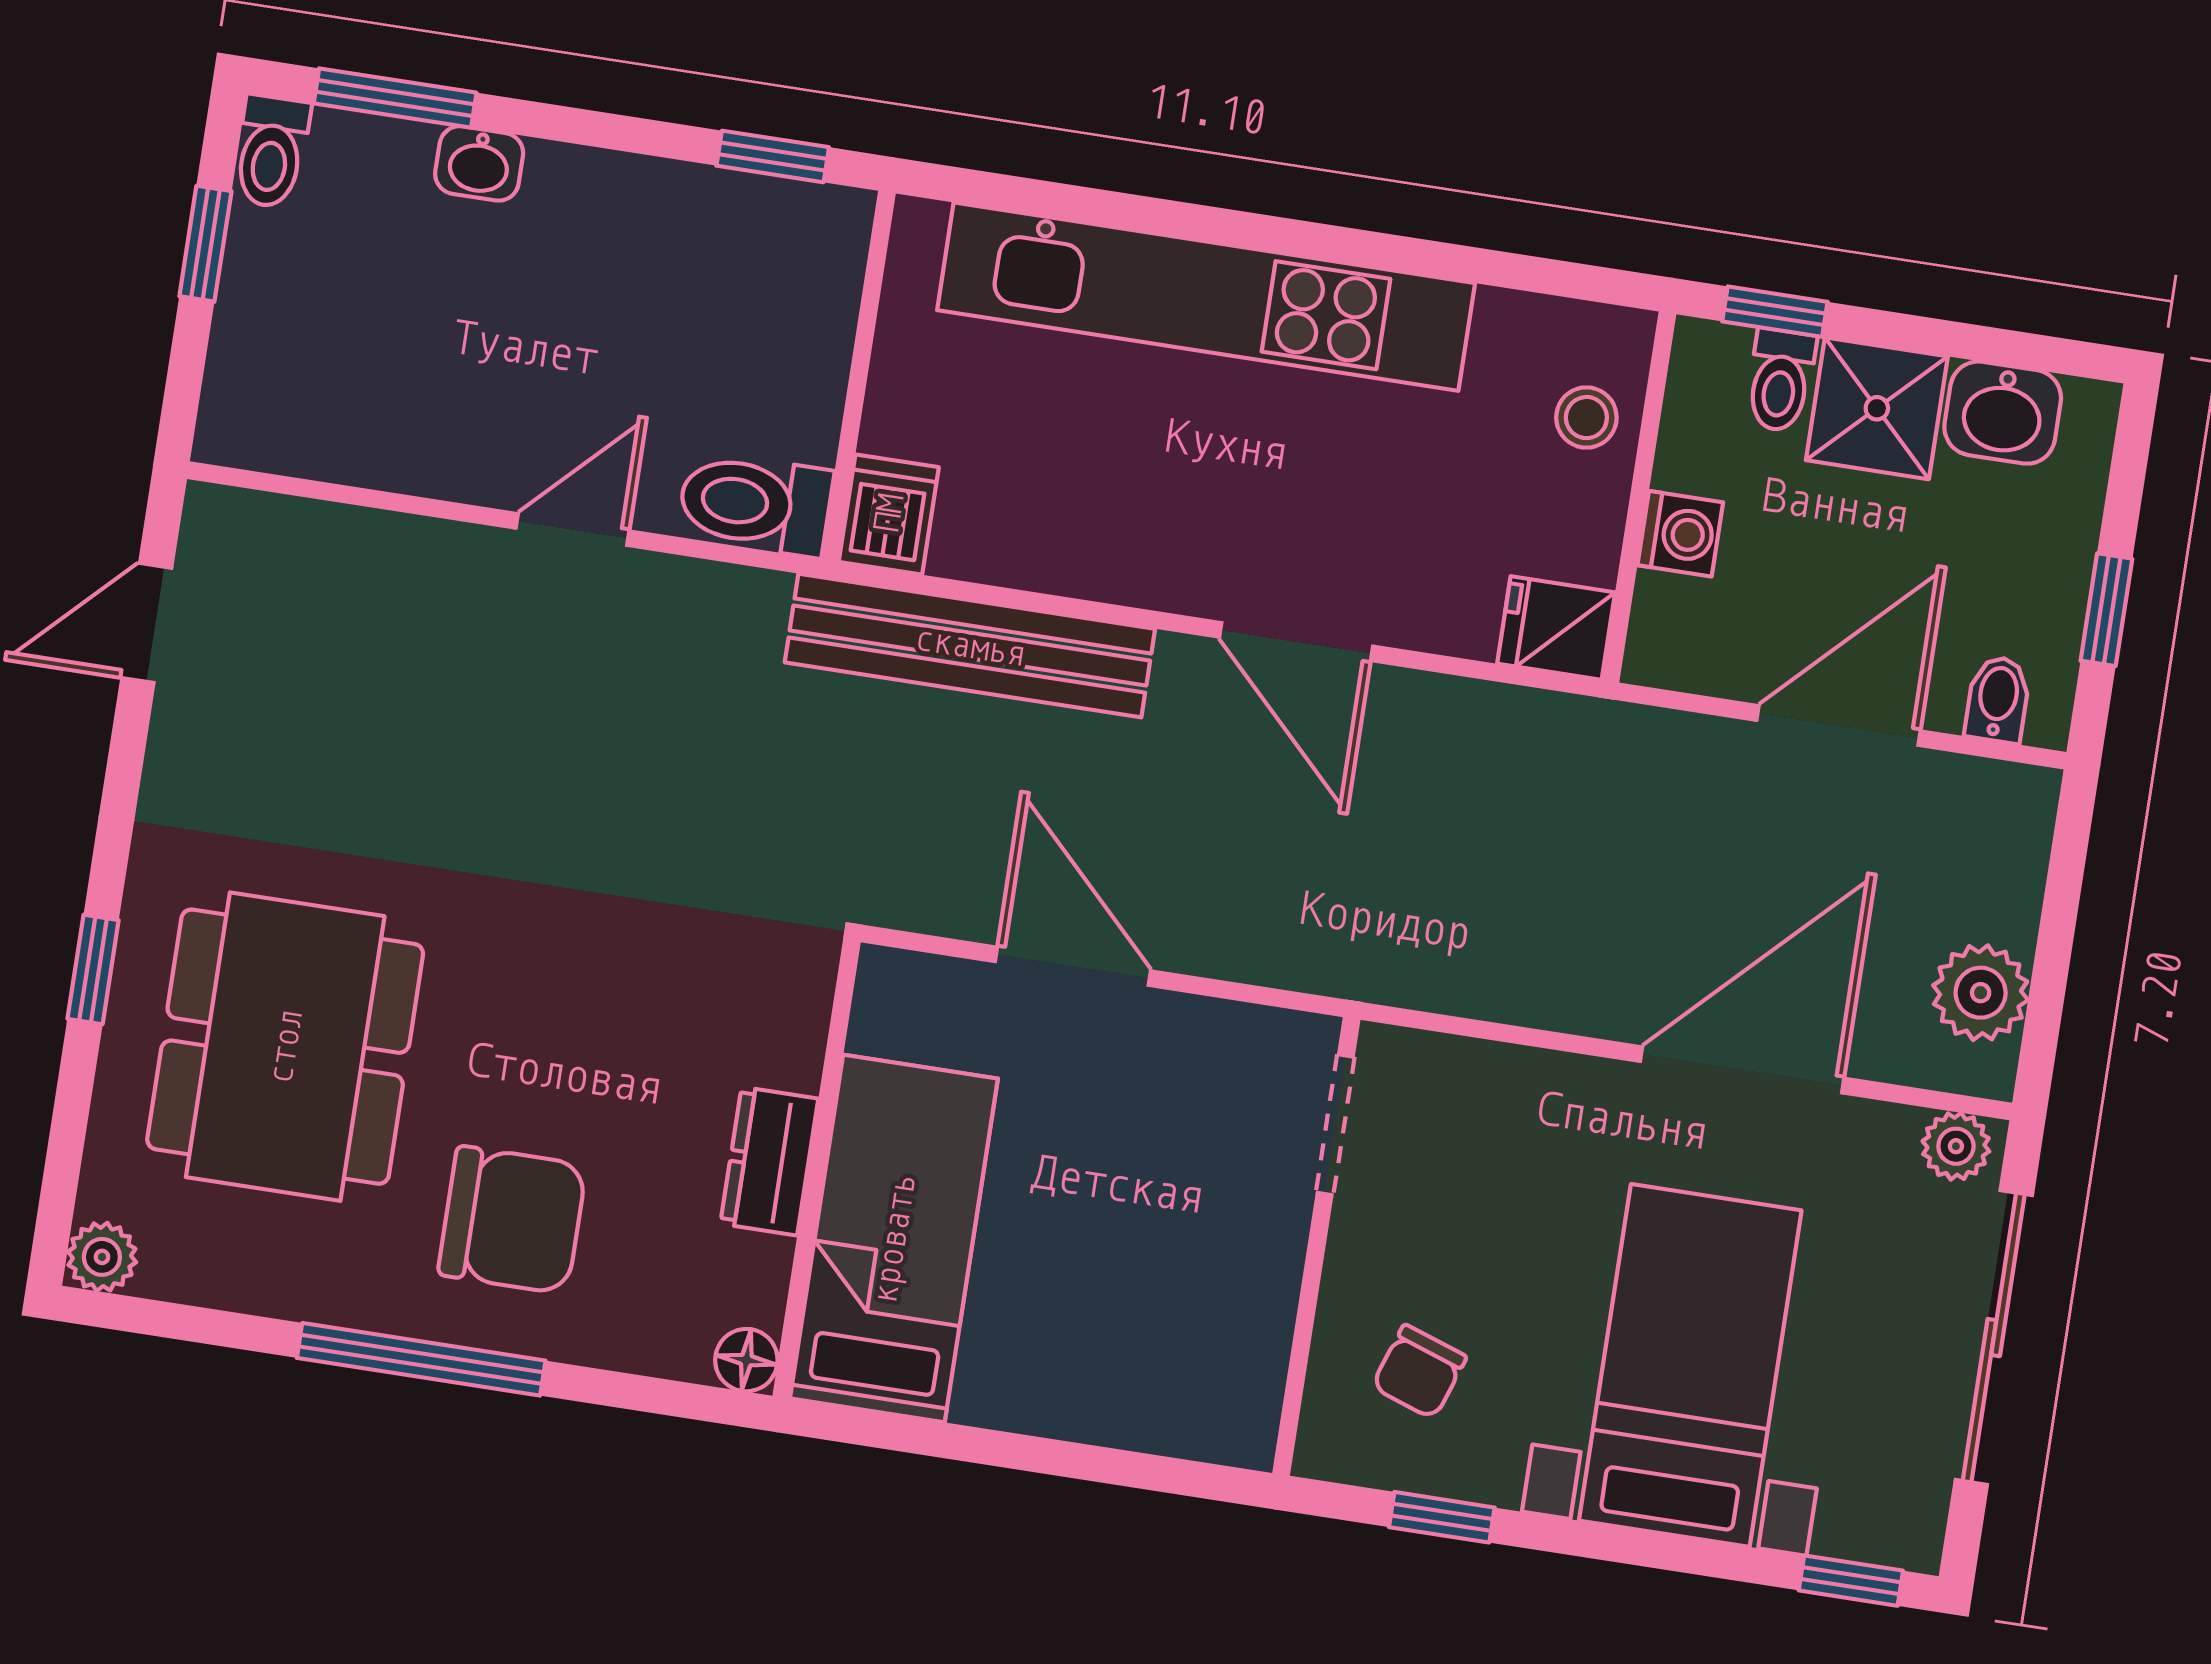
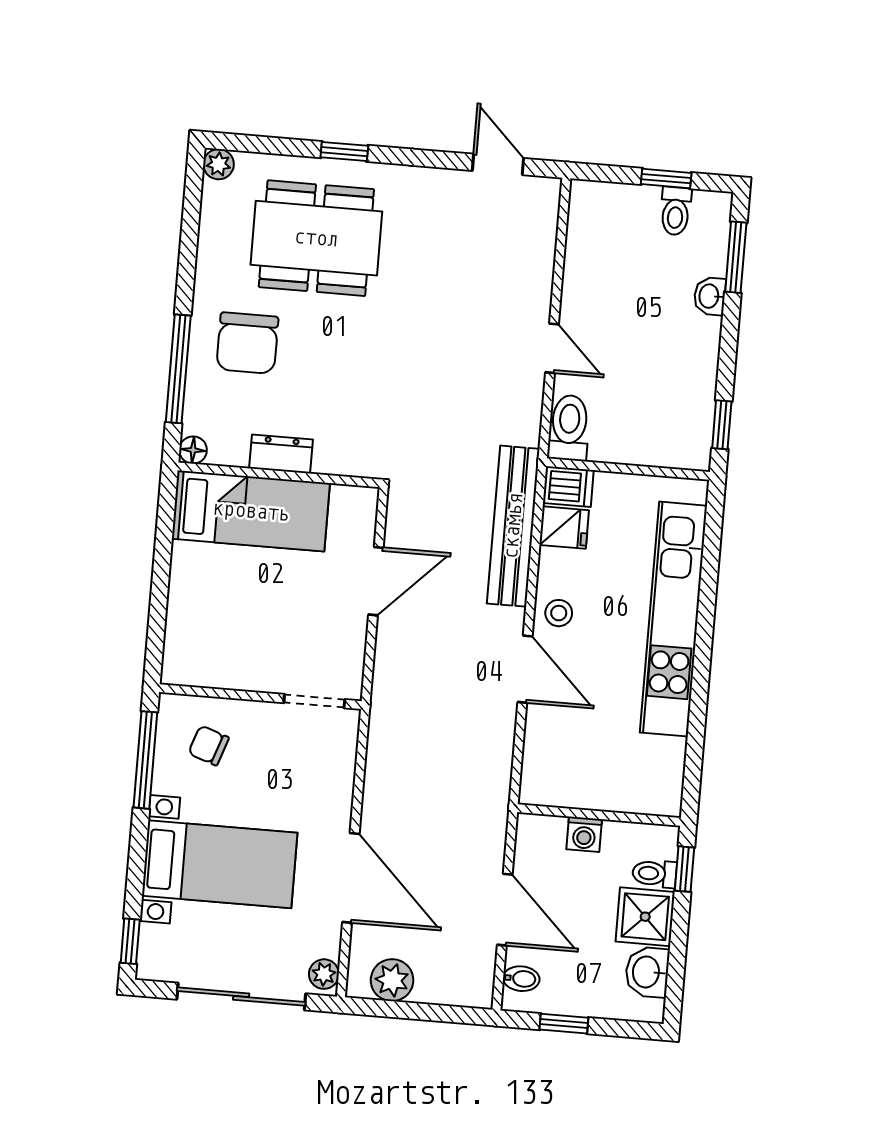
toilet: (271, 151) -> (676, 211), moved, turned -90
stool: (1586, 418) -> (559, 613), moved
fridge: (1556, 628) -> (564, 528), moved, turned 90
door: (1296, 642) -> (525, 669), swing flipped
window: (421, 1359) -> (178, 369), moved
window: (1442, 1517) -> (145, 760), width x2.17

